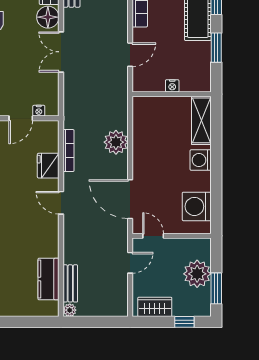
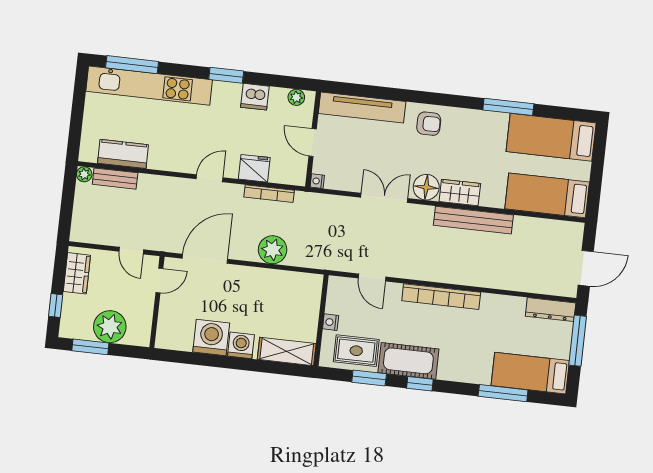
rug: (194, 61) -> (356, 351), added
nightstand: (39, 111) -> (317, 181), moved
washing machine: (197, 206) -> (211, 337), moved

